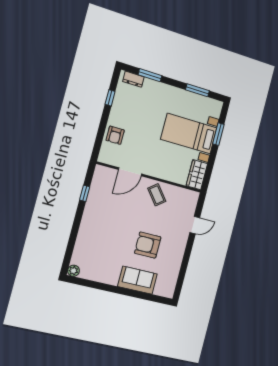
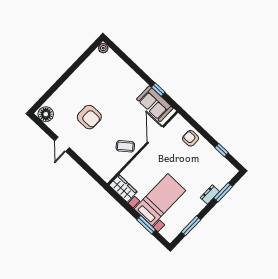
dresser: (133, 79) -> (210, 195), moved
door: (195, 225) -> (62, 144), moved
armchair: (148, 245) -> (89, 117), turned 90
sofa: (137, 280) -> (155, 104), moved, turned 90
floor lamp: (167, 287) -> (46, 114), added

